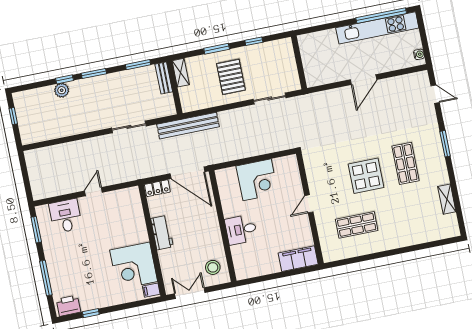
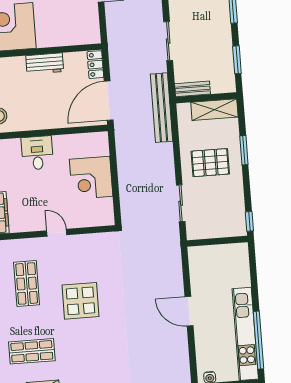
window: (254, 41) -> (249, 221), moved
shelving: (181, 73) -> (214, 110), width x1.50, depth x1.33
bench: (164, 78) -> (193, 89), moved
shop shelf: (405, 163) -> (32, 351), moved

